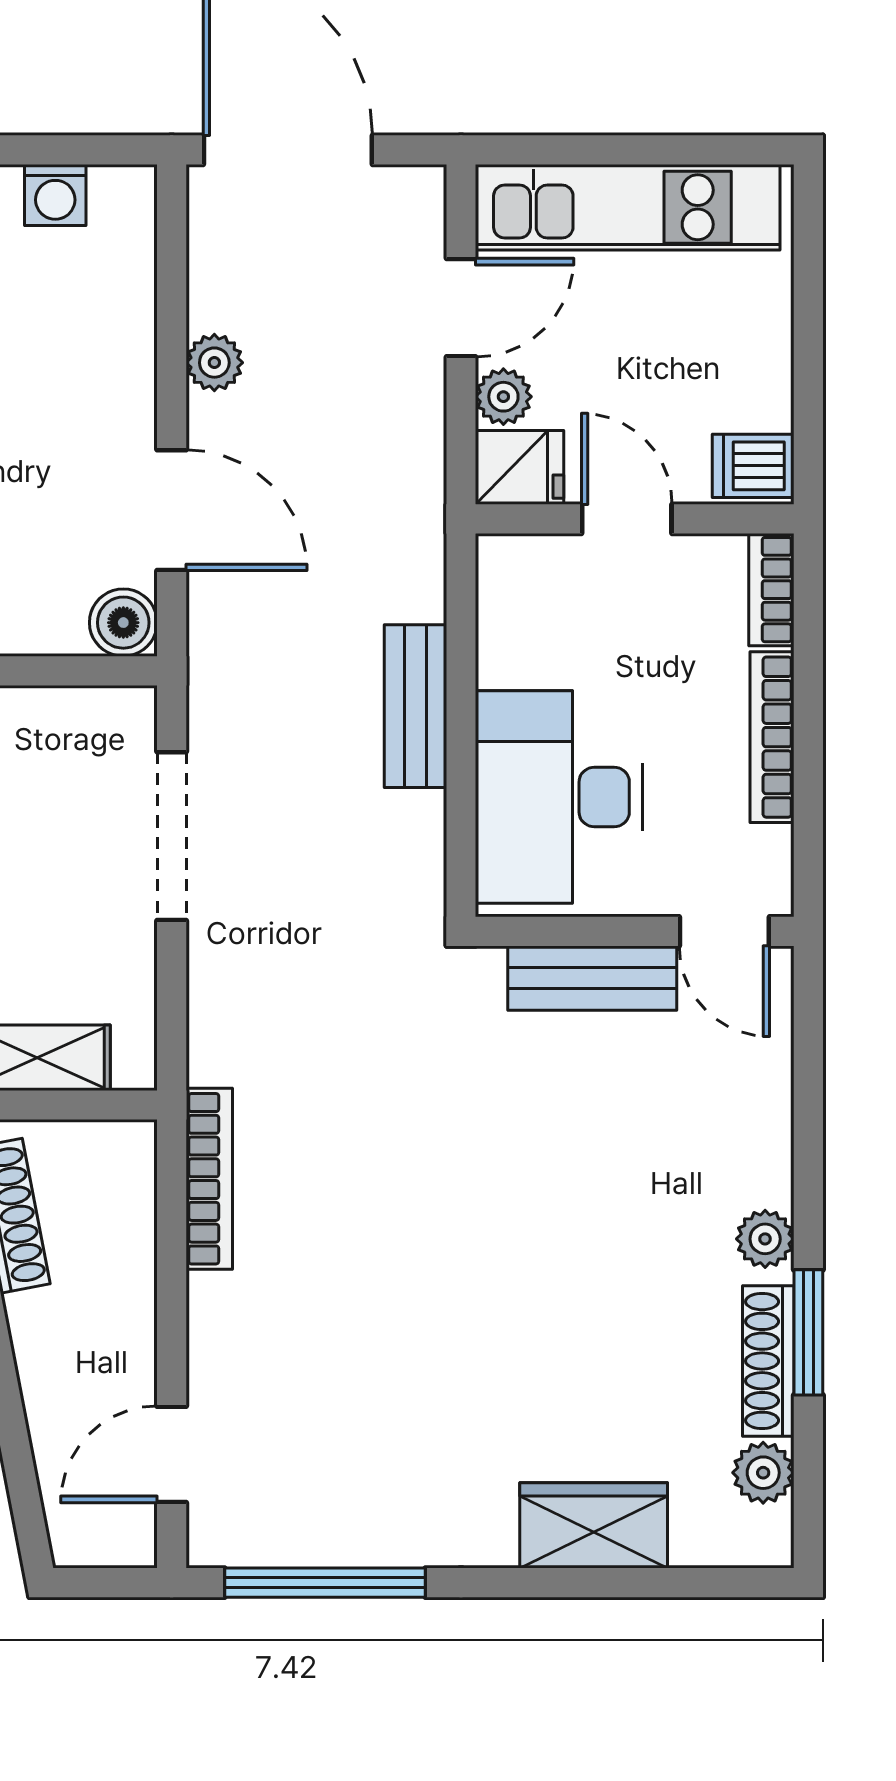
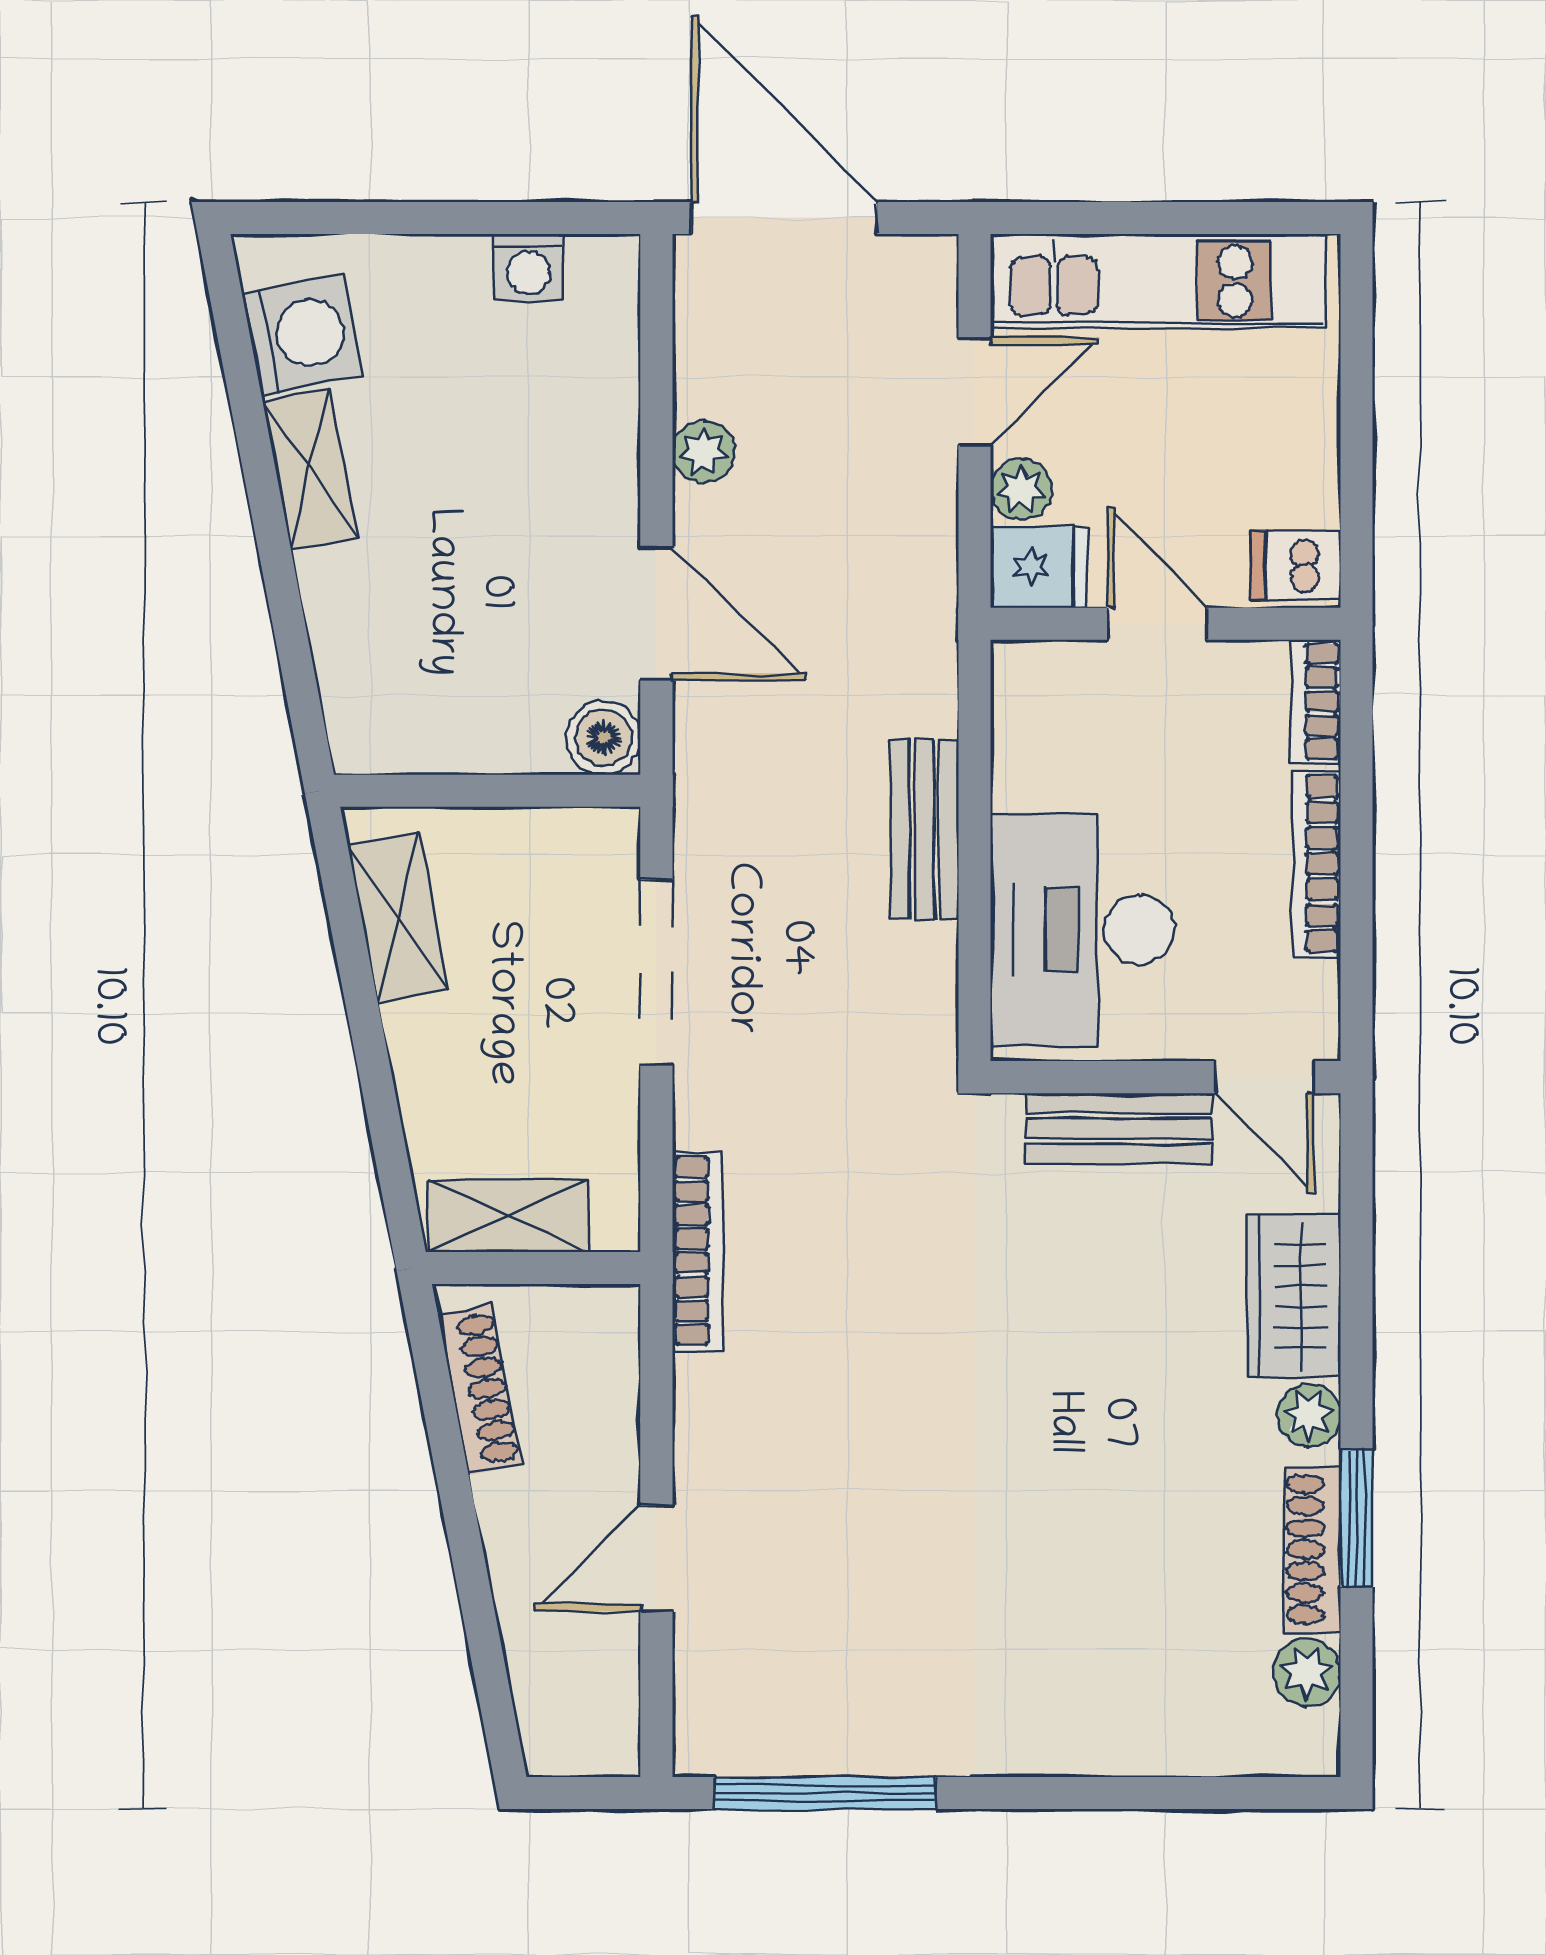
bookcase: (209, 1179) -> (698, 1251), moved
door: (172, 1454) -> (656, 1558), moved
wardrobe: (594, 1525) -> (1293, 1296), moved, turned -90

